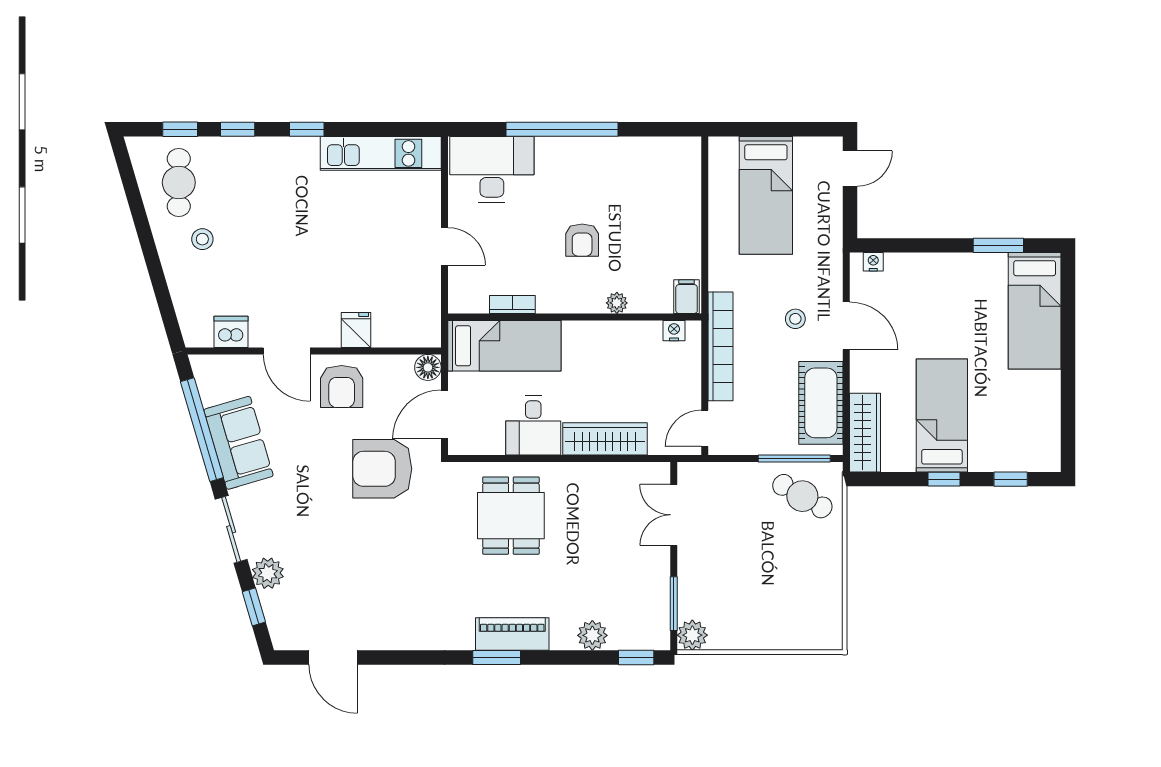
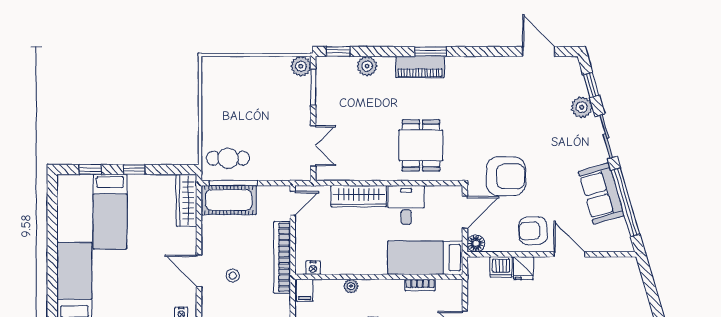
dishwasher: (231, 332) -> (501, 267), moved
armchair: (342, 387) -> (533, 231), turned -93
cot: (821, 403) -> (229, 200), moved, turned 90
bed: (942, 415) -> (110, 212), moved
cafe table: (802, 496) -> (228, 158), turned -30

